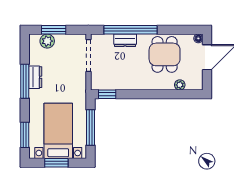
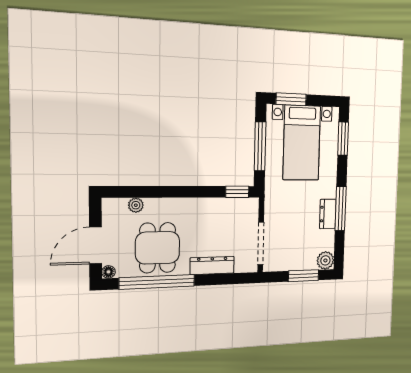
window: (130, 30) -> (157, 282), moved
dresser: (125, 40) -> (212, 265), width x1.44
plant: (47, 41) -> (325, 260), moved
window: (56, 163) -> (291, 99), moved

